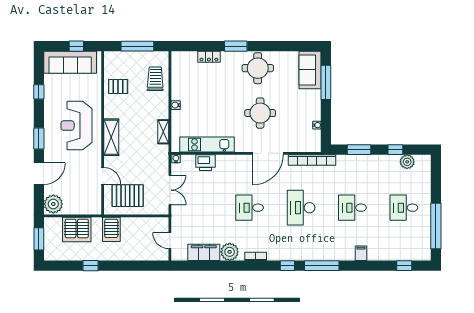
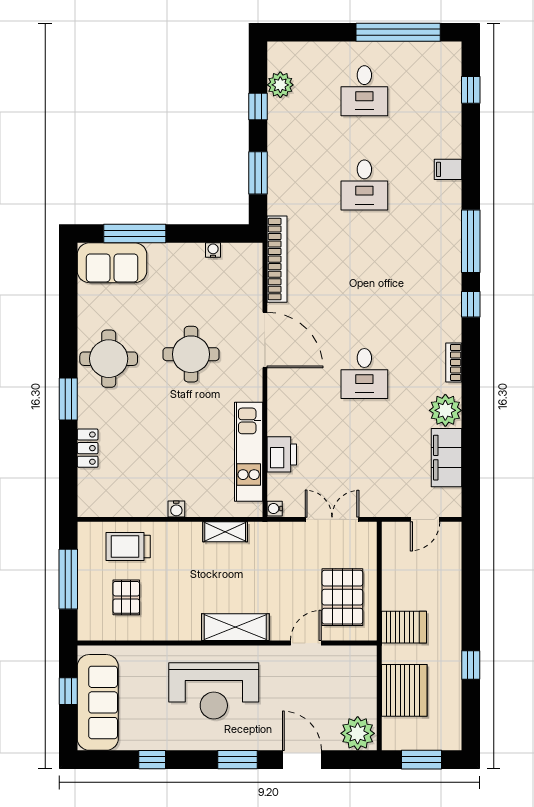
pallet: (118, 87) -> (126, 597), moved
desk: (301, 208) -> (364, 279), removed

